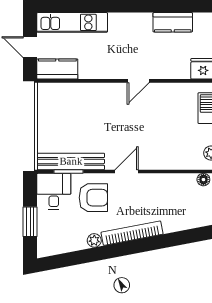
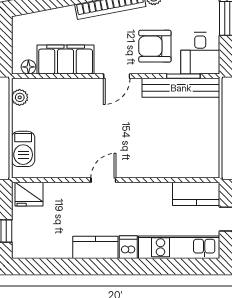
dishwasher: (116, 22) -> (128, 247), added
kitchen counter: (173, 22) -> (95, 247), moved
filing cabinet: (171, 186) -> (66, 60), added

